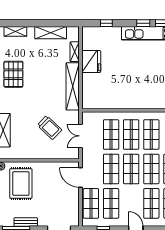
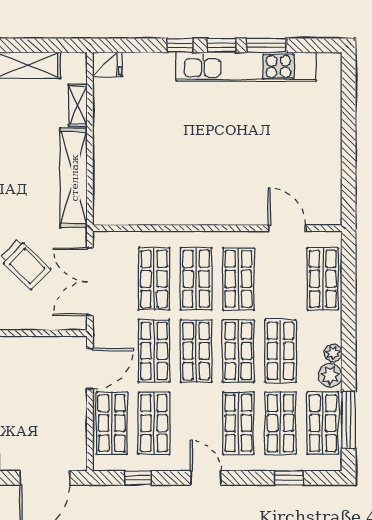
window: (106, 23) -> (180, 45), moved
fridge: (91, 62) -> (107, 64), moved, width x0.53, depth x0.75
double door: (80, 136) -> (90, 282), width x1.37
door: (80, 178) -> (90, 369), swing flipped

